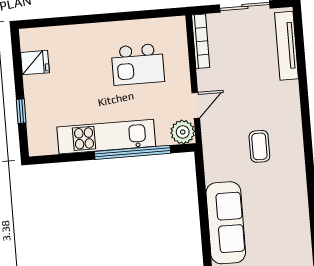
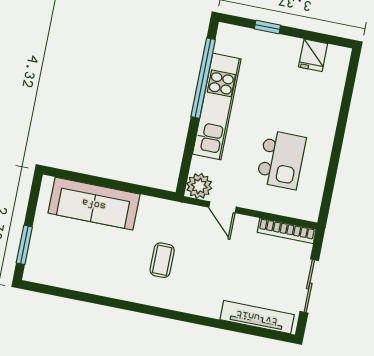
kitchen island: (138, 64) -> (281, 160), turned 180
coffee table: (259, 146) -> (162, 260), turned 90
window: (132, 152) -> (203, 78), moved

